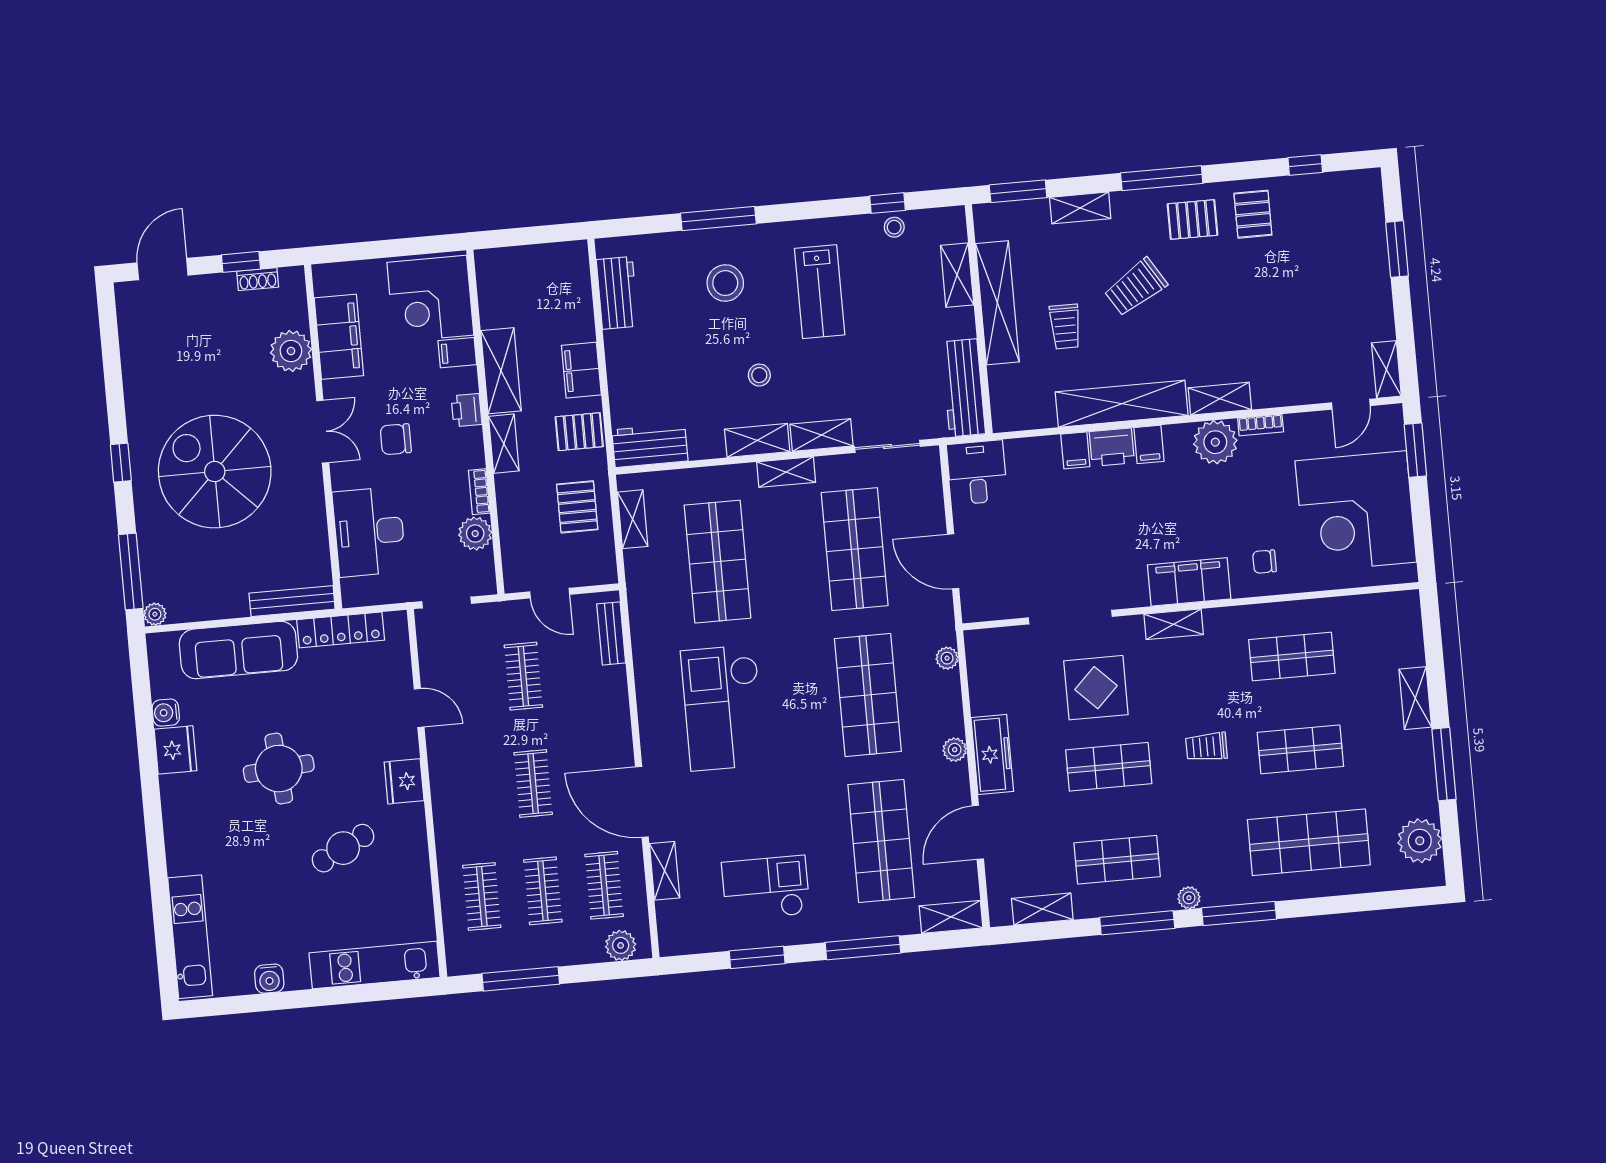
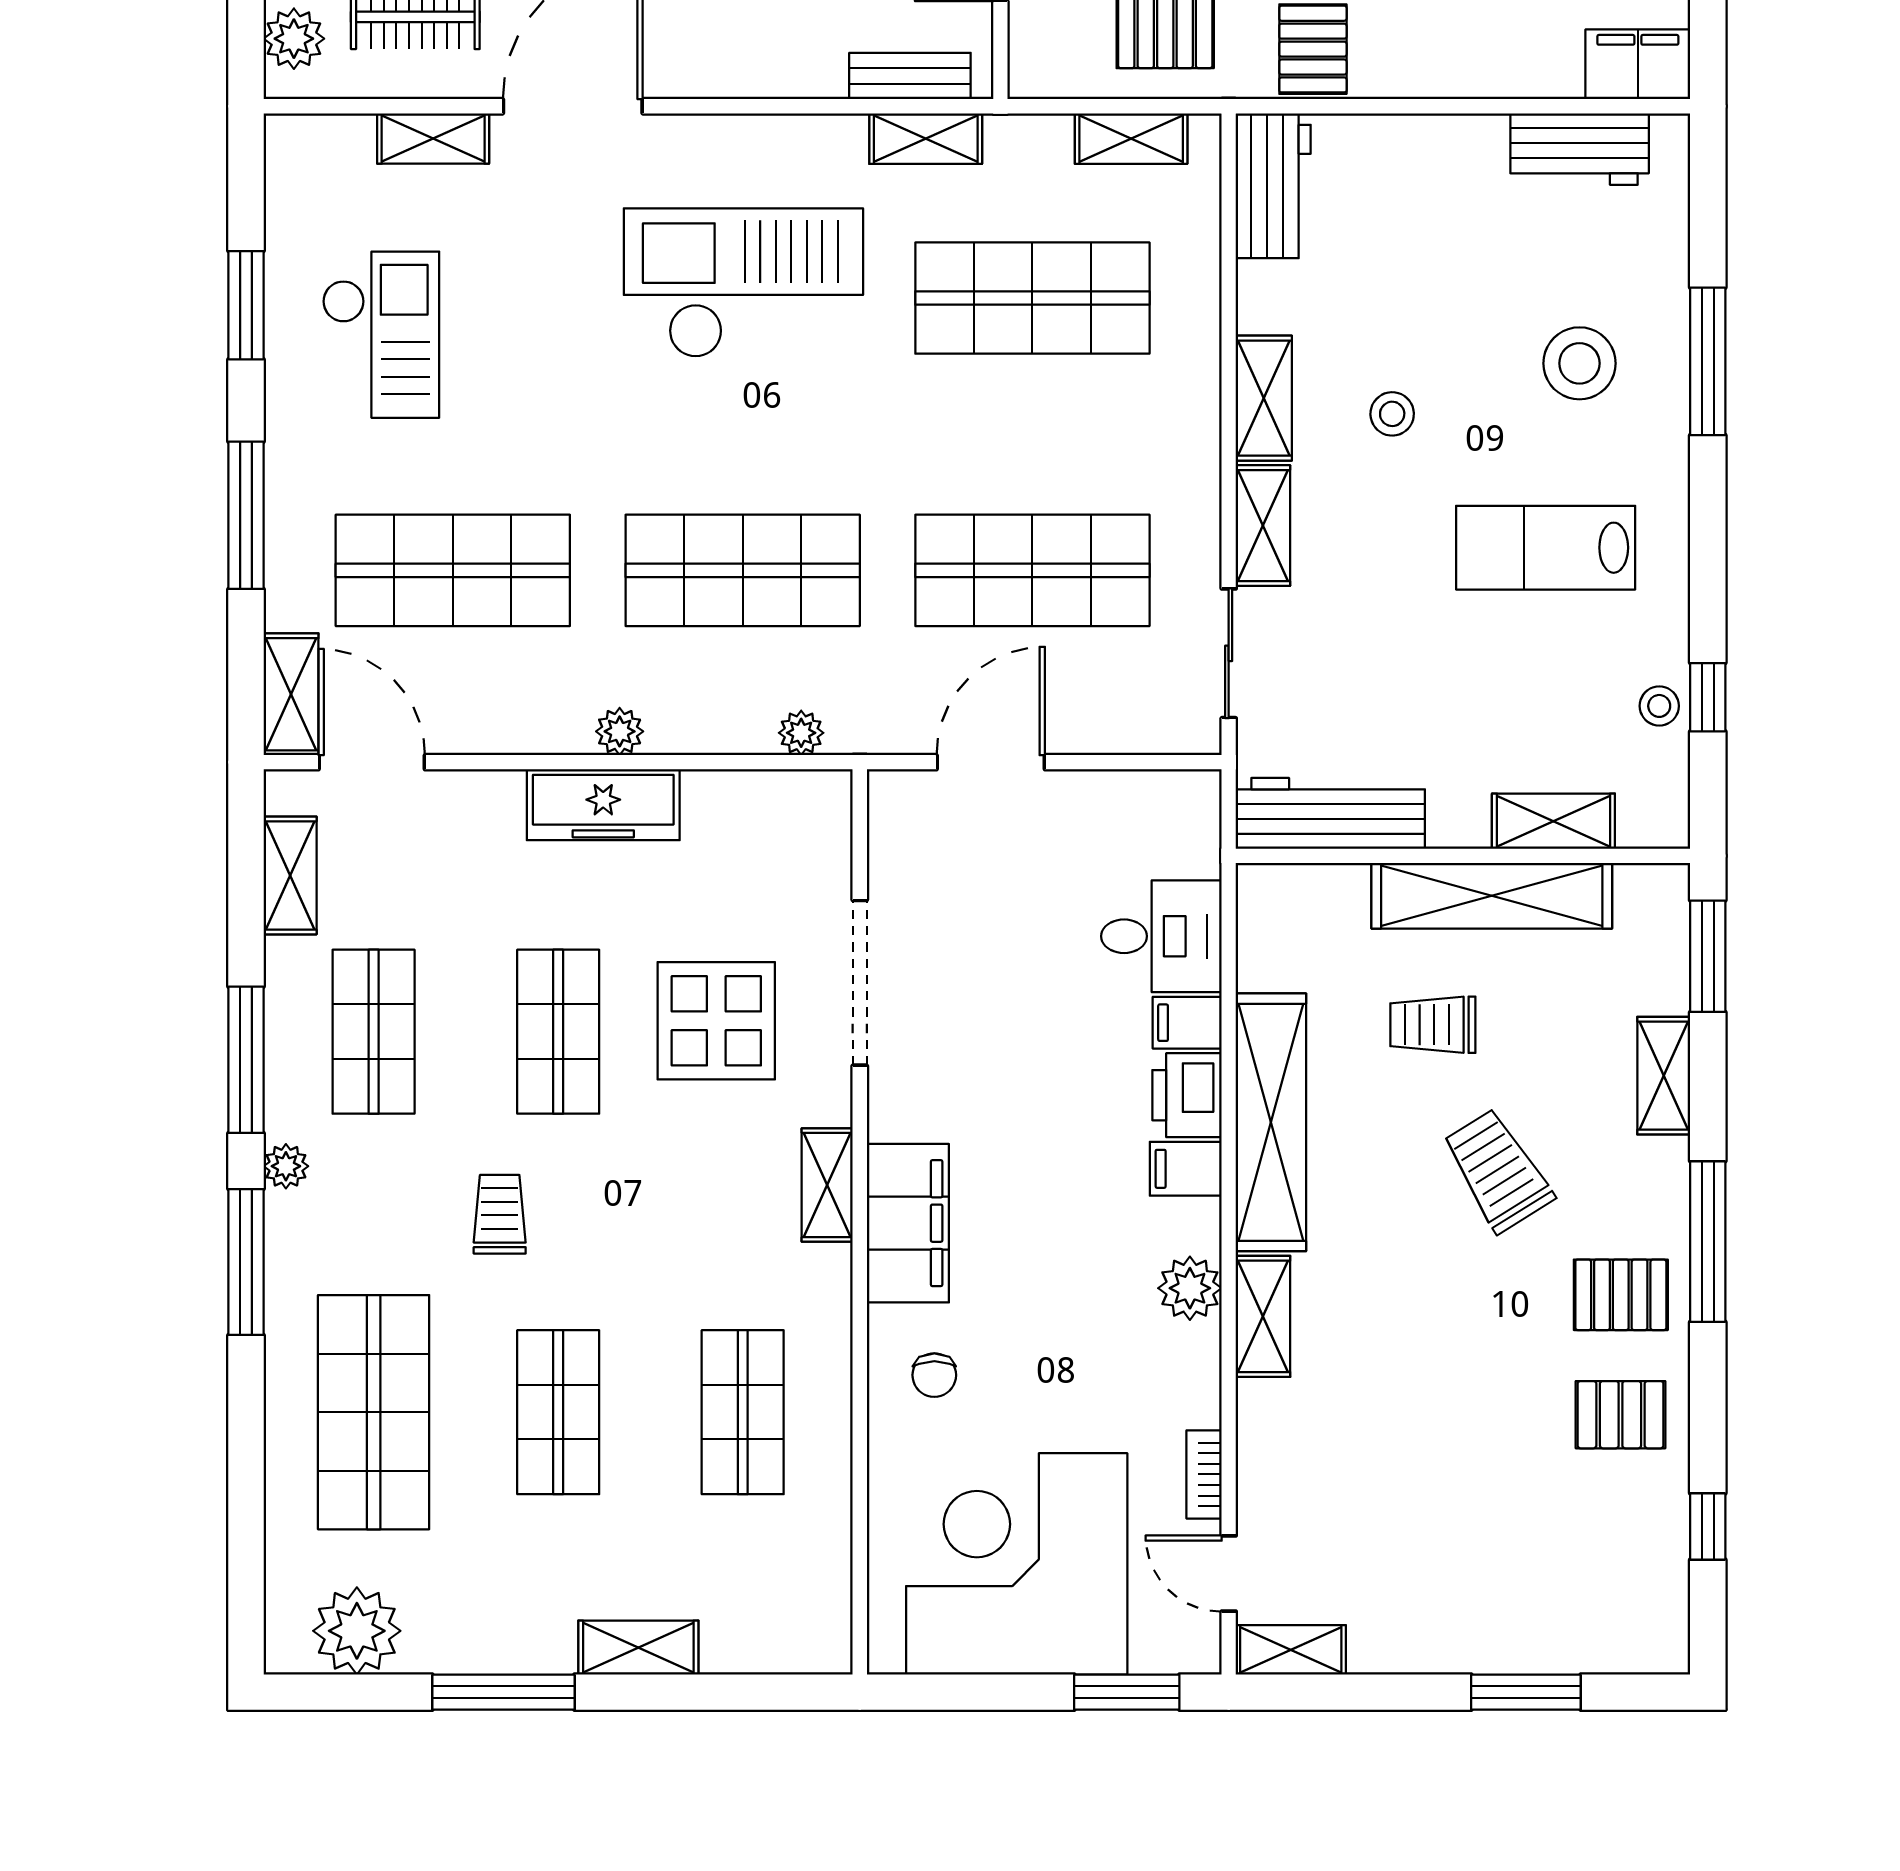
pallet: (1193, 220) -> (1621, 1295), turned 90
filing cabinet: (581, 370) -> (1638, 64), moved
bookcase: (1261, 425) -> (1204, 1474), moved
plant: (1215, 442) -> (1190, 1288), width x0.73, depth x0.73
shelving: (786, 472) -> (926, 139), moved, turned 90
desk: (977, 472) -> (1161, 936), moved
chair: (1264, 562) -> (934, 1375), turned 180
trolley: (1206, 747) -> (500, 1214), moved
door: (978, 832) -> (372, 762), moved

